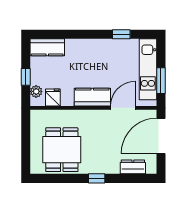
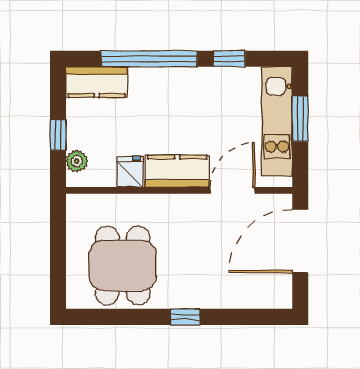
window: (77, 34) -> (149, 59), added
window: (161, 81) -> (300, 119), moved
fridge: (53, 97) -> (130, 172), moved
dresser: (133, 167) -> (250, 296), removed

